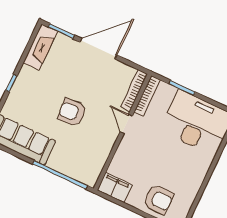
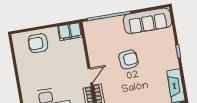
door: (126, 124) -> (90, 76), hinge flipped

